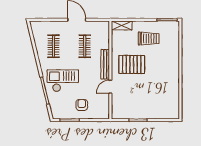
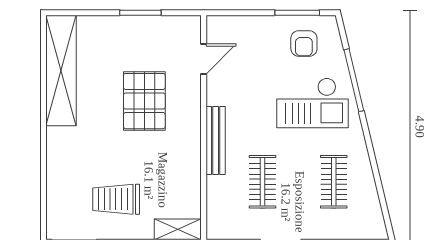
pallet: (132, 64) -> (144, 101), moved, turned 90
door: (110, 87) -> (204, 59), moved
shelving: (173, 95) -> (61, 71), added
armchair: (82, 105) -> (304, 44), moved

